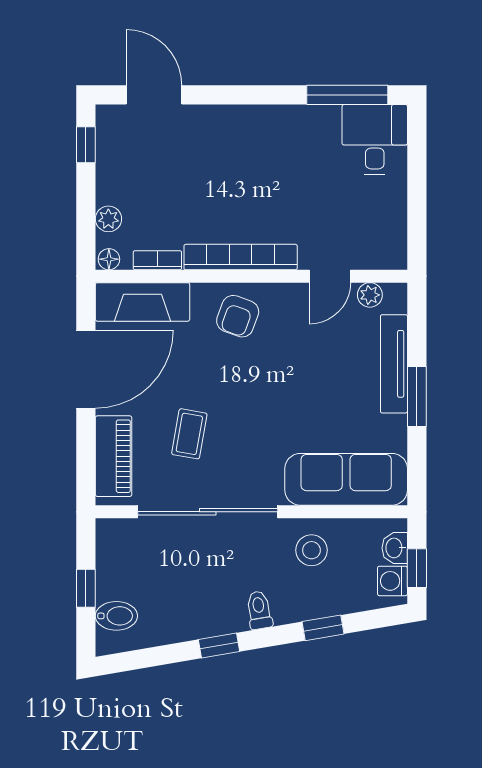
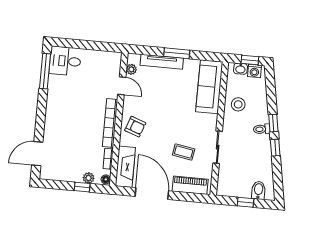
window: (86, 145) -> (82, 187), moved
sliding door: (208, 512) -> (218, 147), width x0.54
window: (323, 628) -> (273, 123), moved

